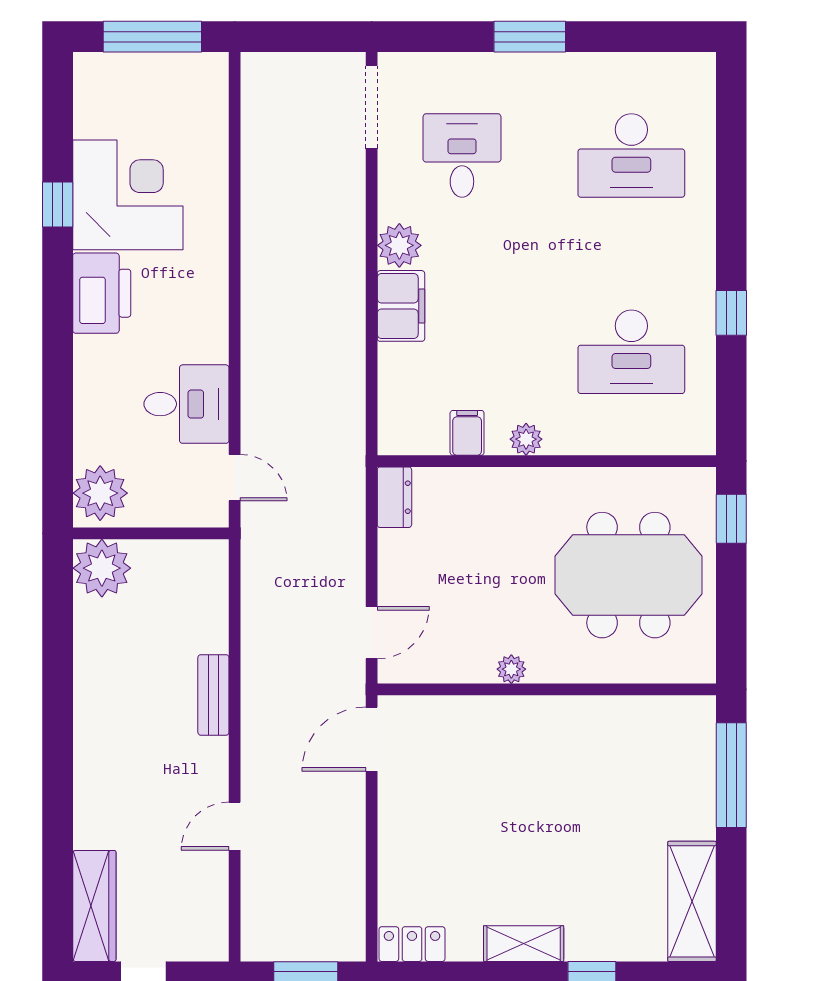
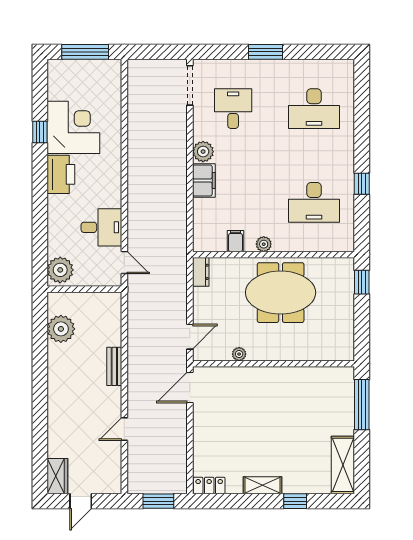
plant: (102, 568) -> (61, 329), moved
meeting table: (628, 575) -> (281, 293), moved
plant: (511, 669) -> (239, 354), moved
wardrobe: (94, 906) -> (57, 476), width x0.67

